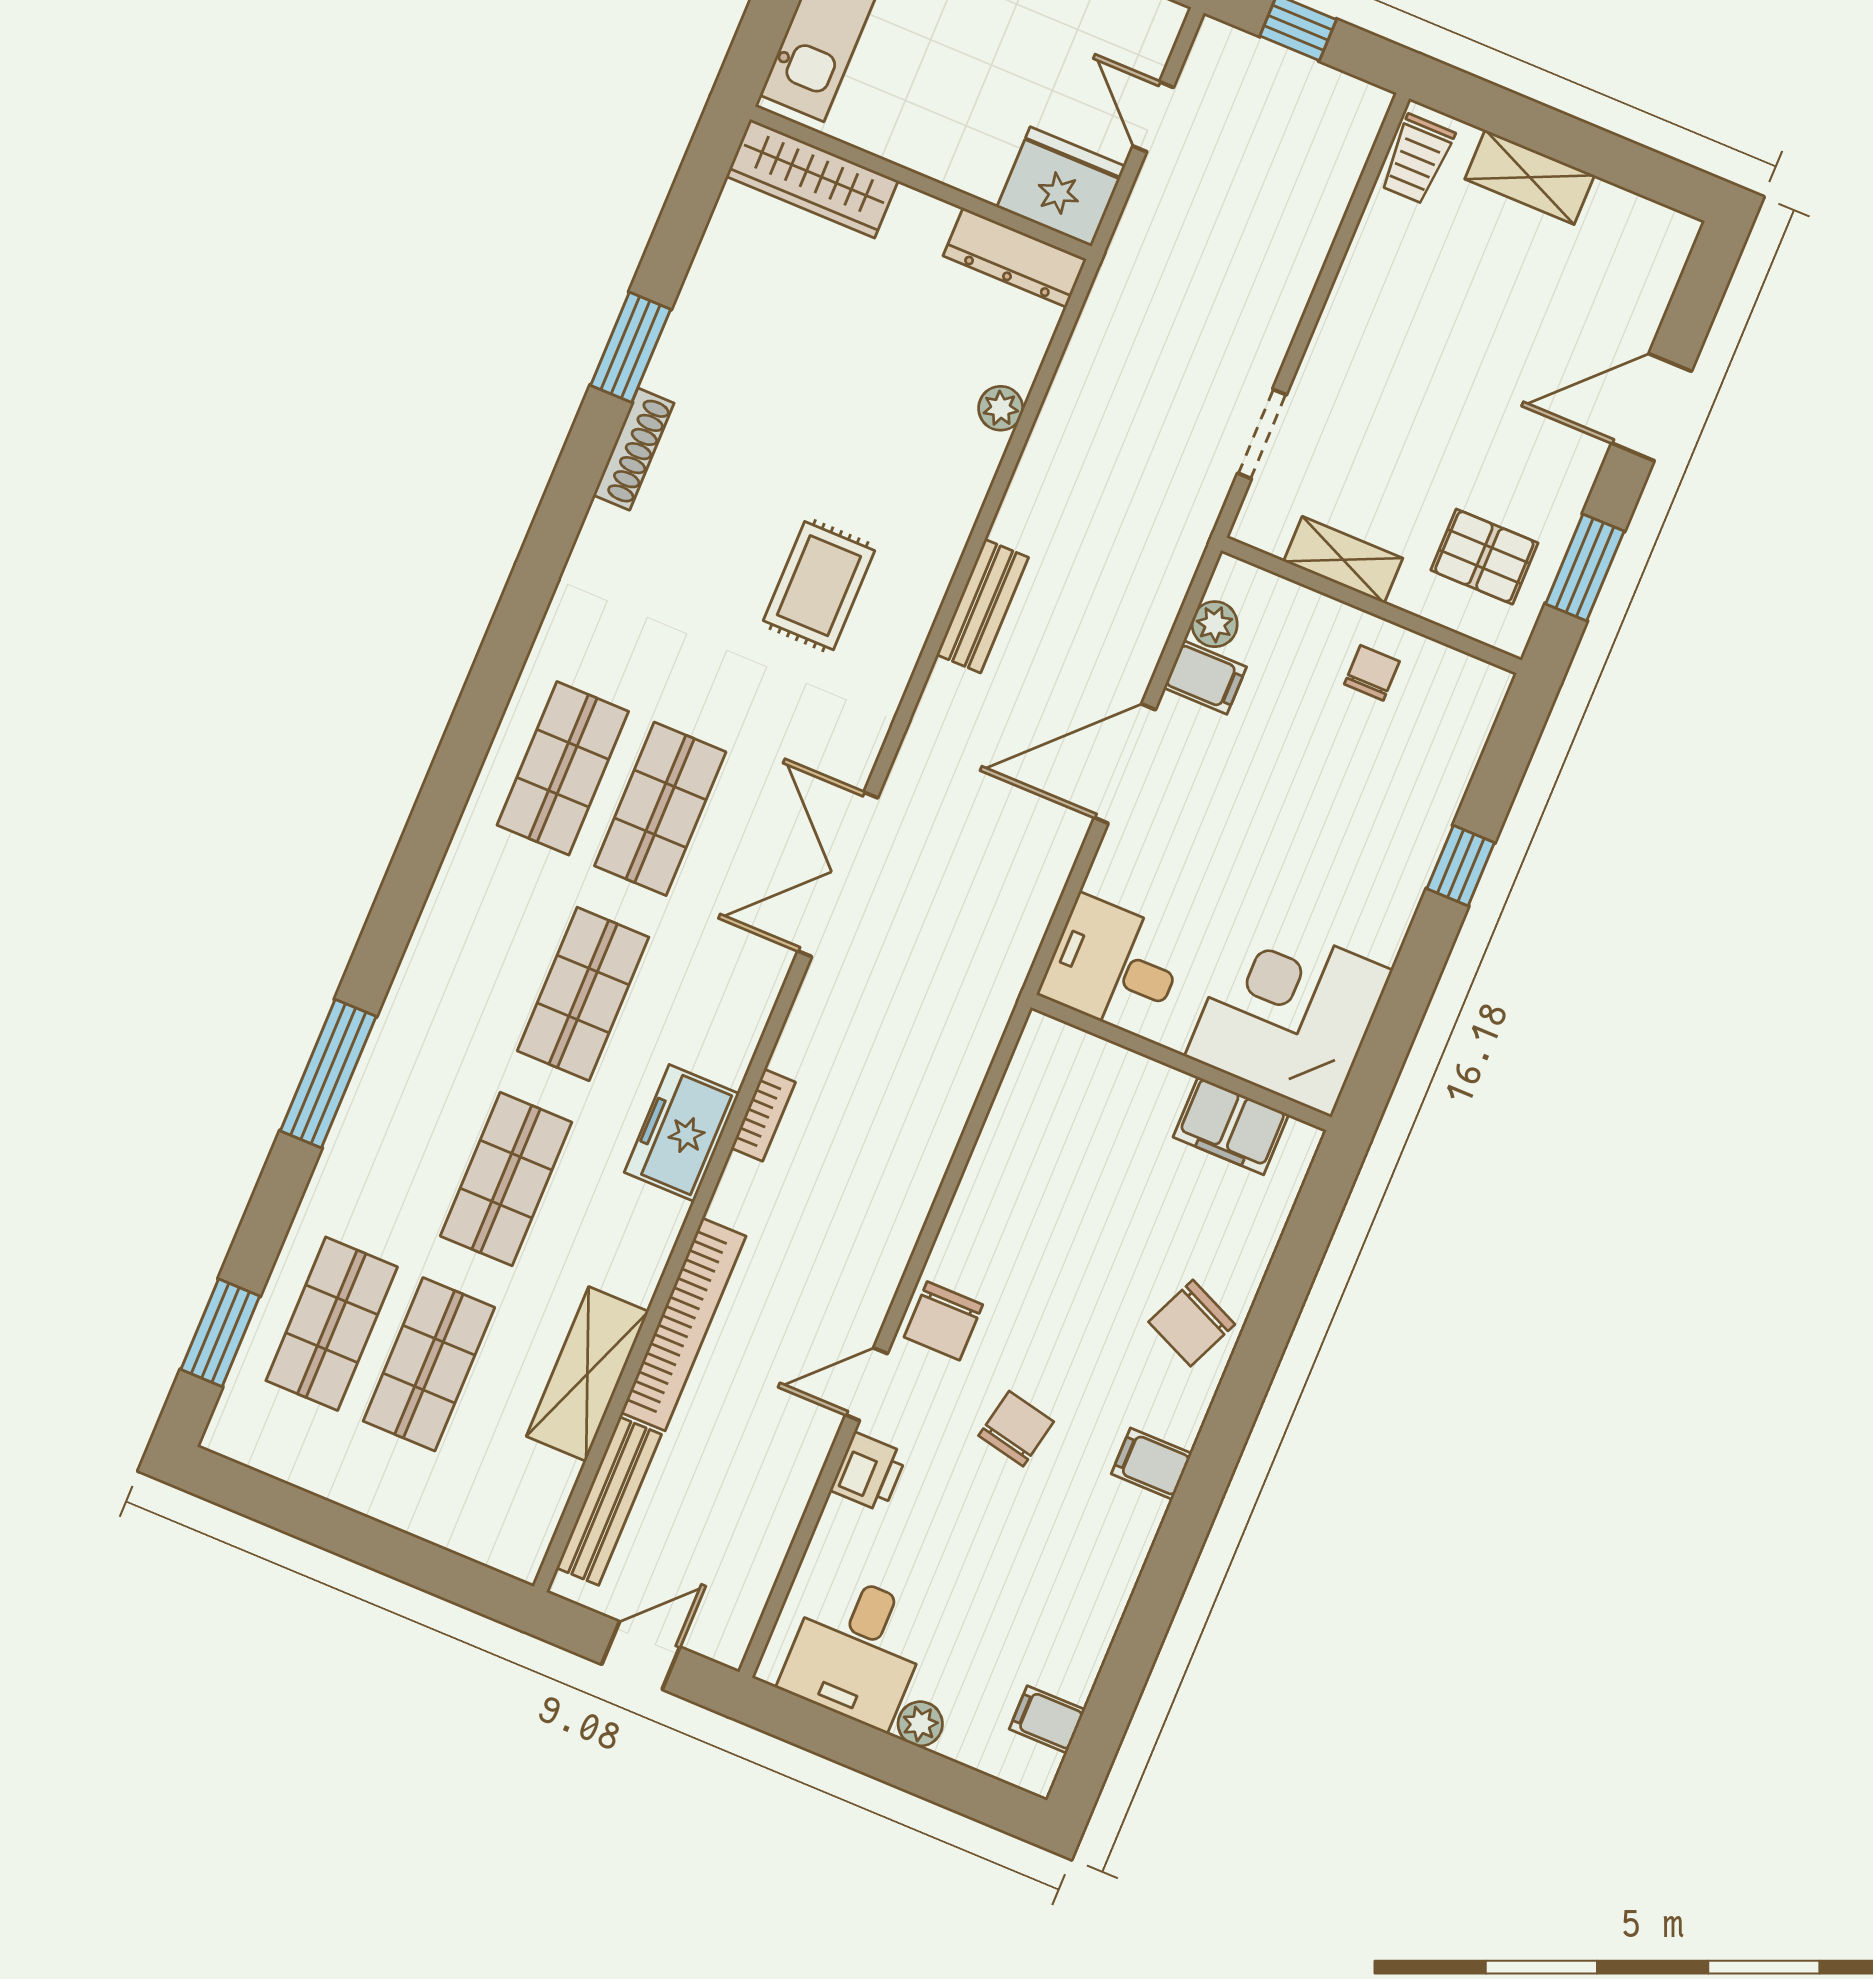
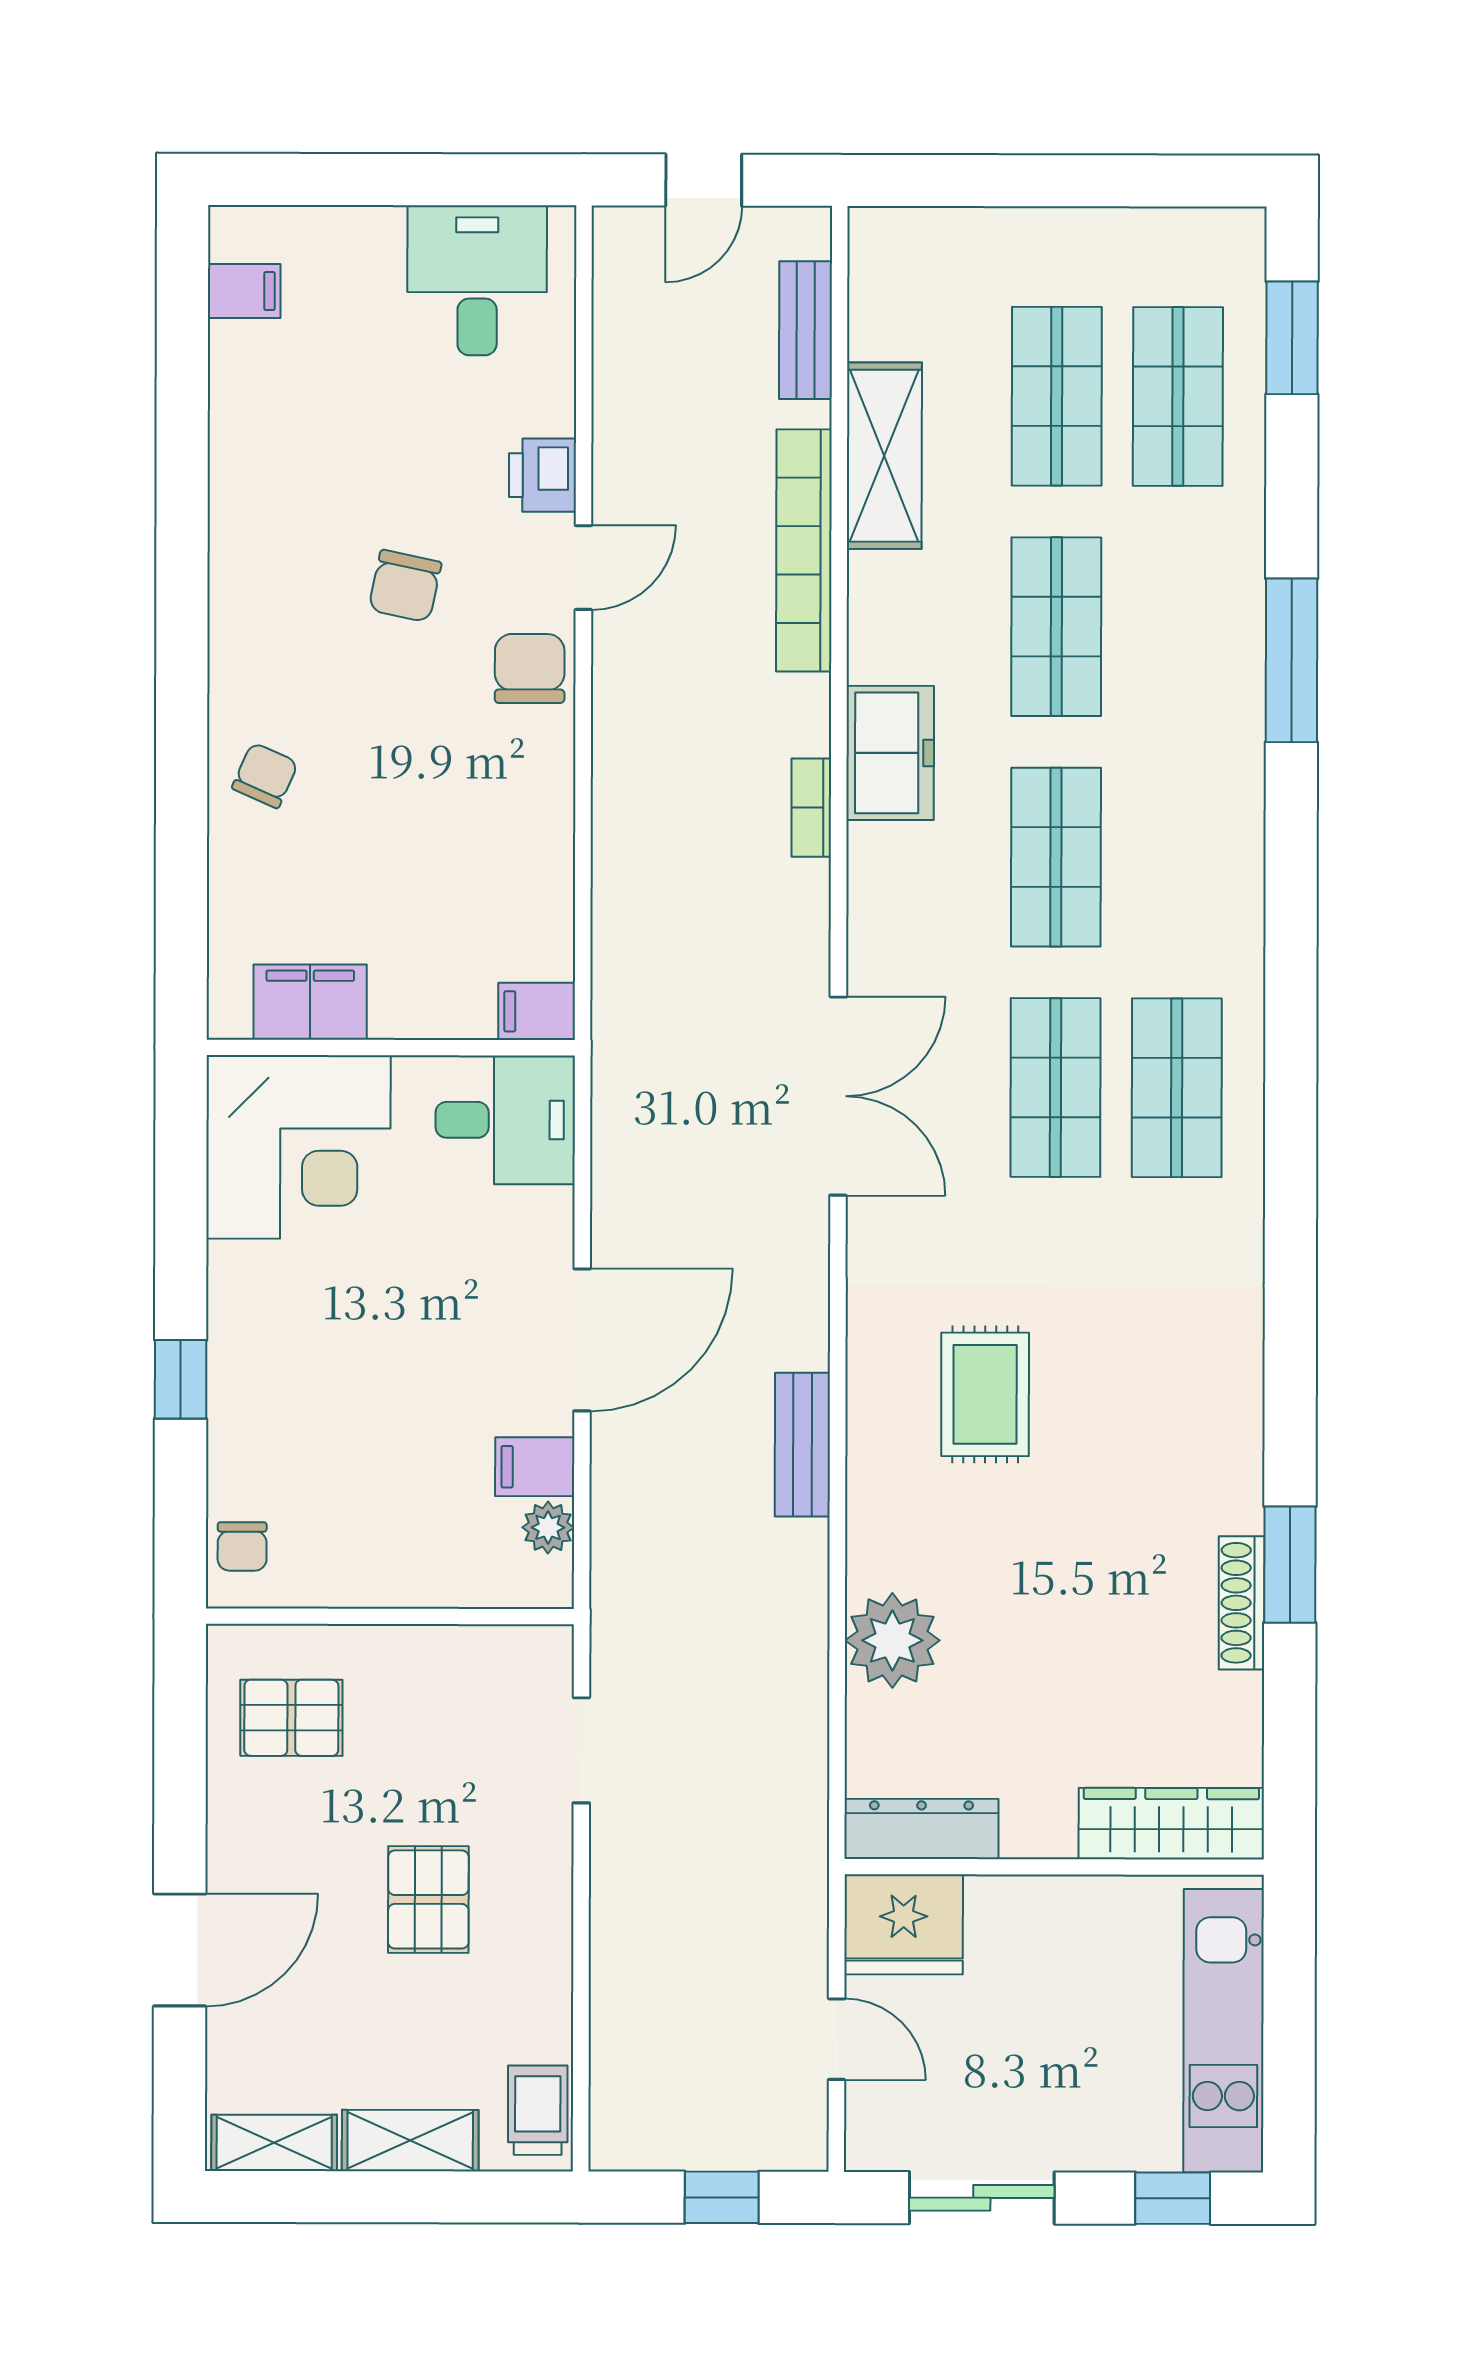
pallet: (1435, 365) -> (428, 1899), added
plant: (1001, 408) -> (892, 1640), width x1.87, depth x1.87
shoe rack: (634, 449) -> (1242, 1603), moved
shelving: (1343, 560) -> (274, 2143), moved
window: (1585, 568) -> (180, 1750), removed
chair: (1372, 673) -> (242, 1546), moved
chair: (1192, 1323) -> (265, 775), width x0.73, depth x0.73
filing cabinet: (1152, 1464) -> (537, 1011), moved, turned 180
bench: (609, 1501) -> (805, 330), width x0.73
plant: (920, 1724) -> (377, 231), removed

